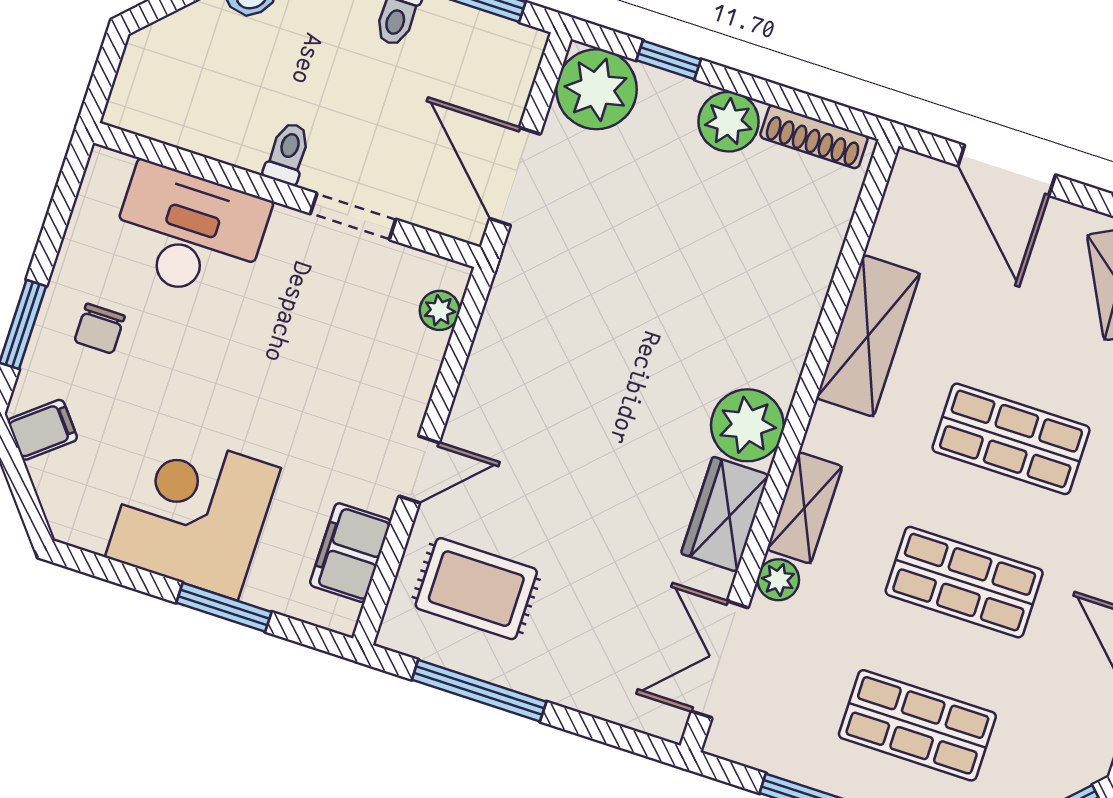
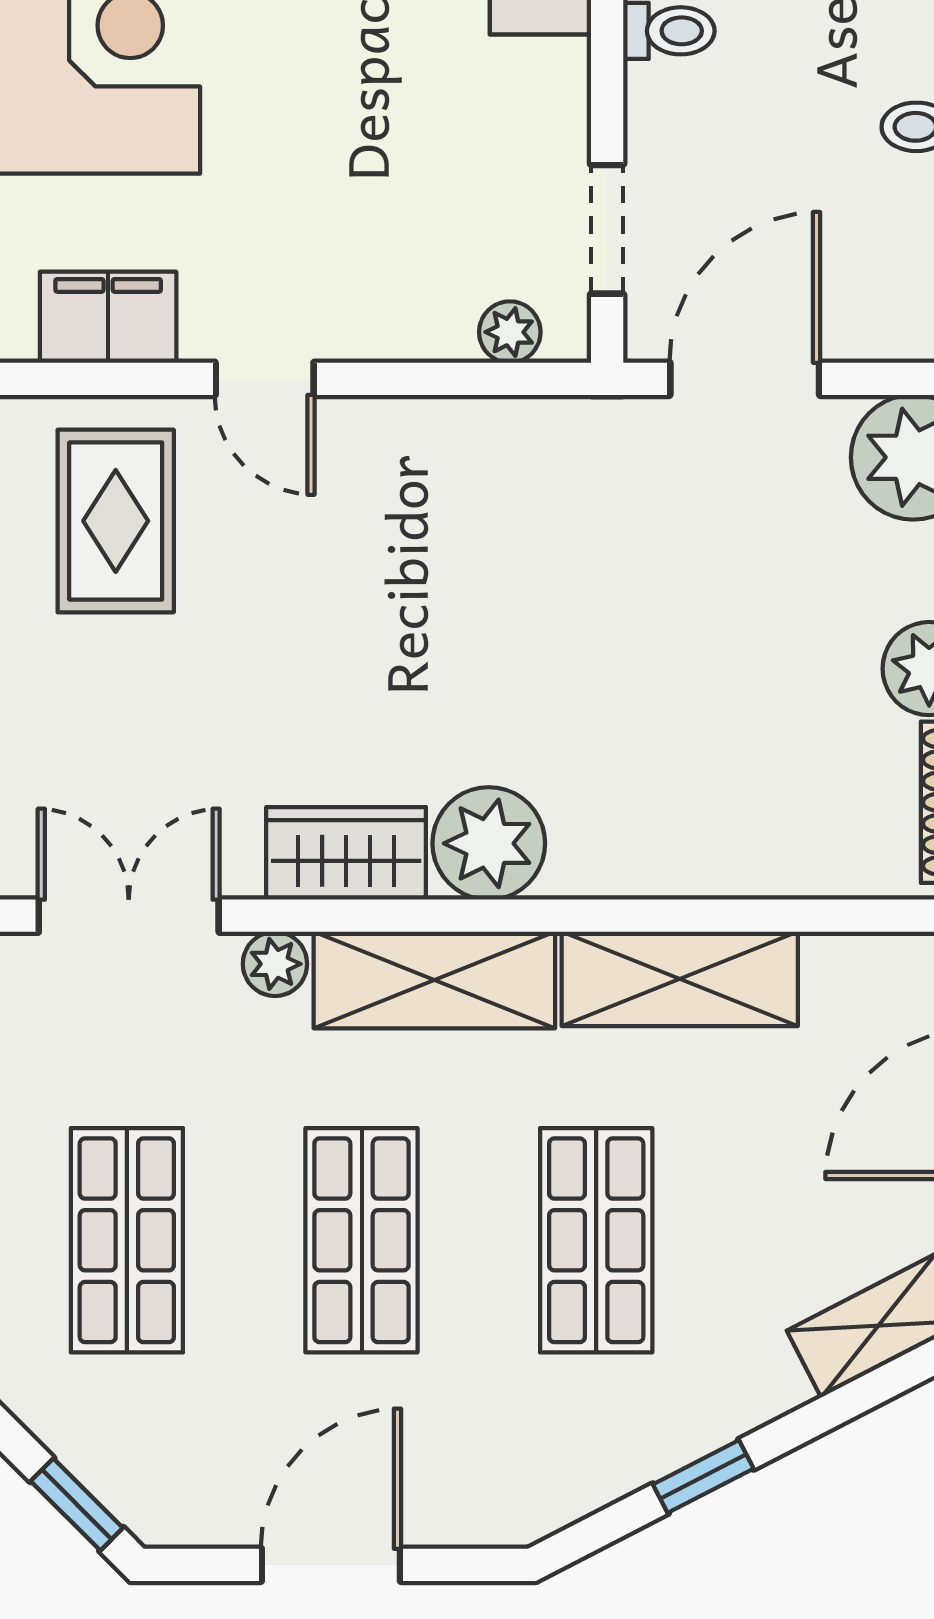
doorway: (353, 216) -> (607, 229), moved
shelving: (805, 508) -> (434, 980), width x1.50, depth x1.33

